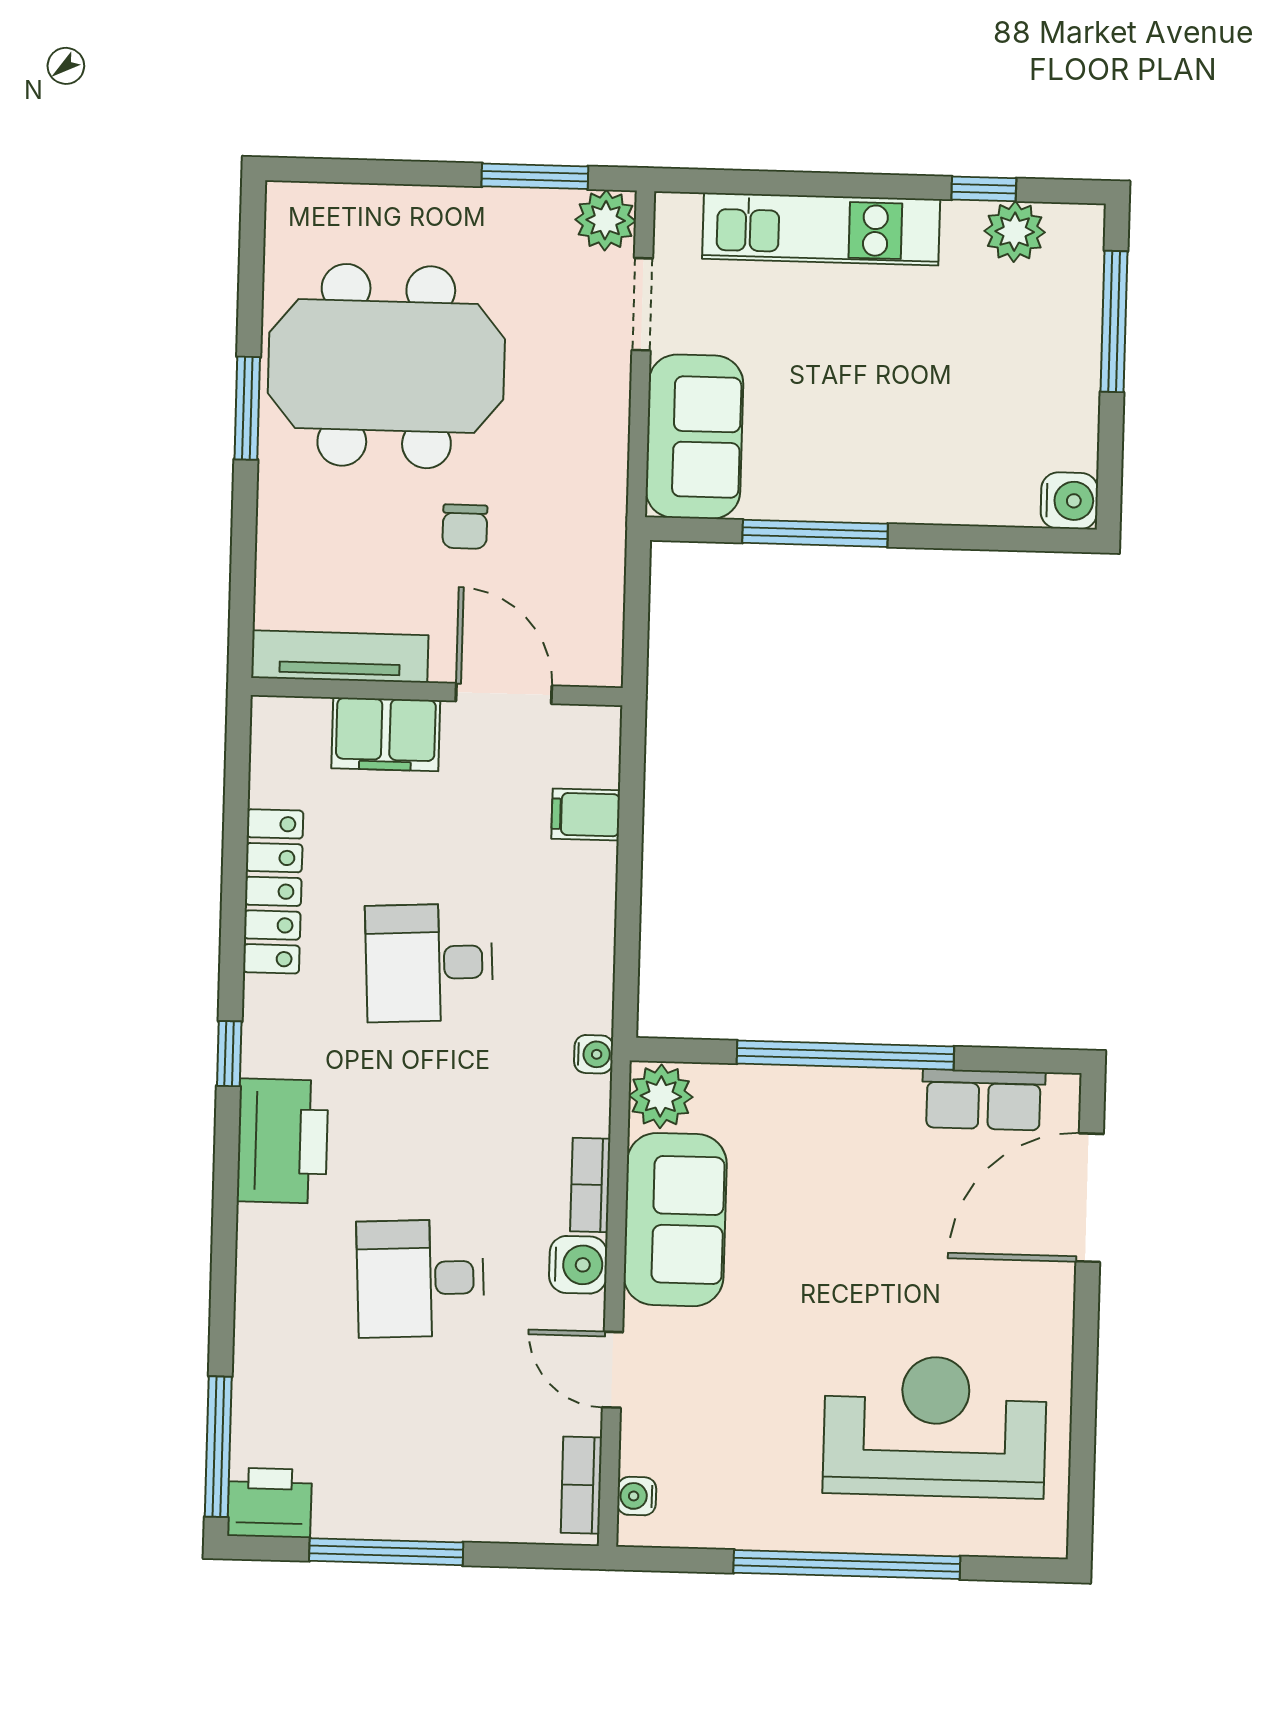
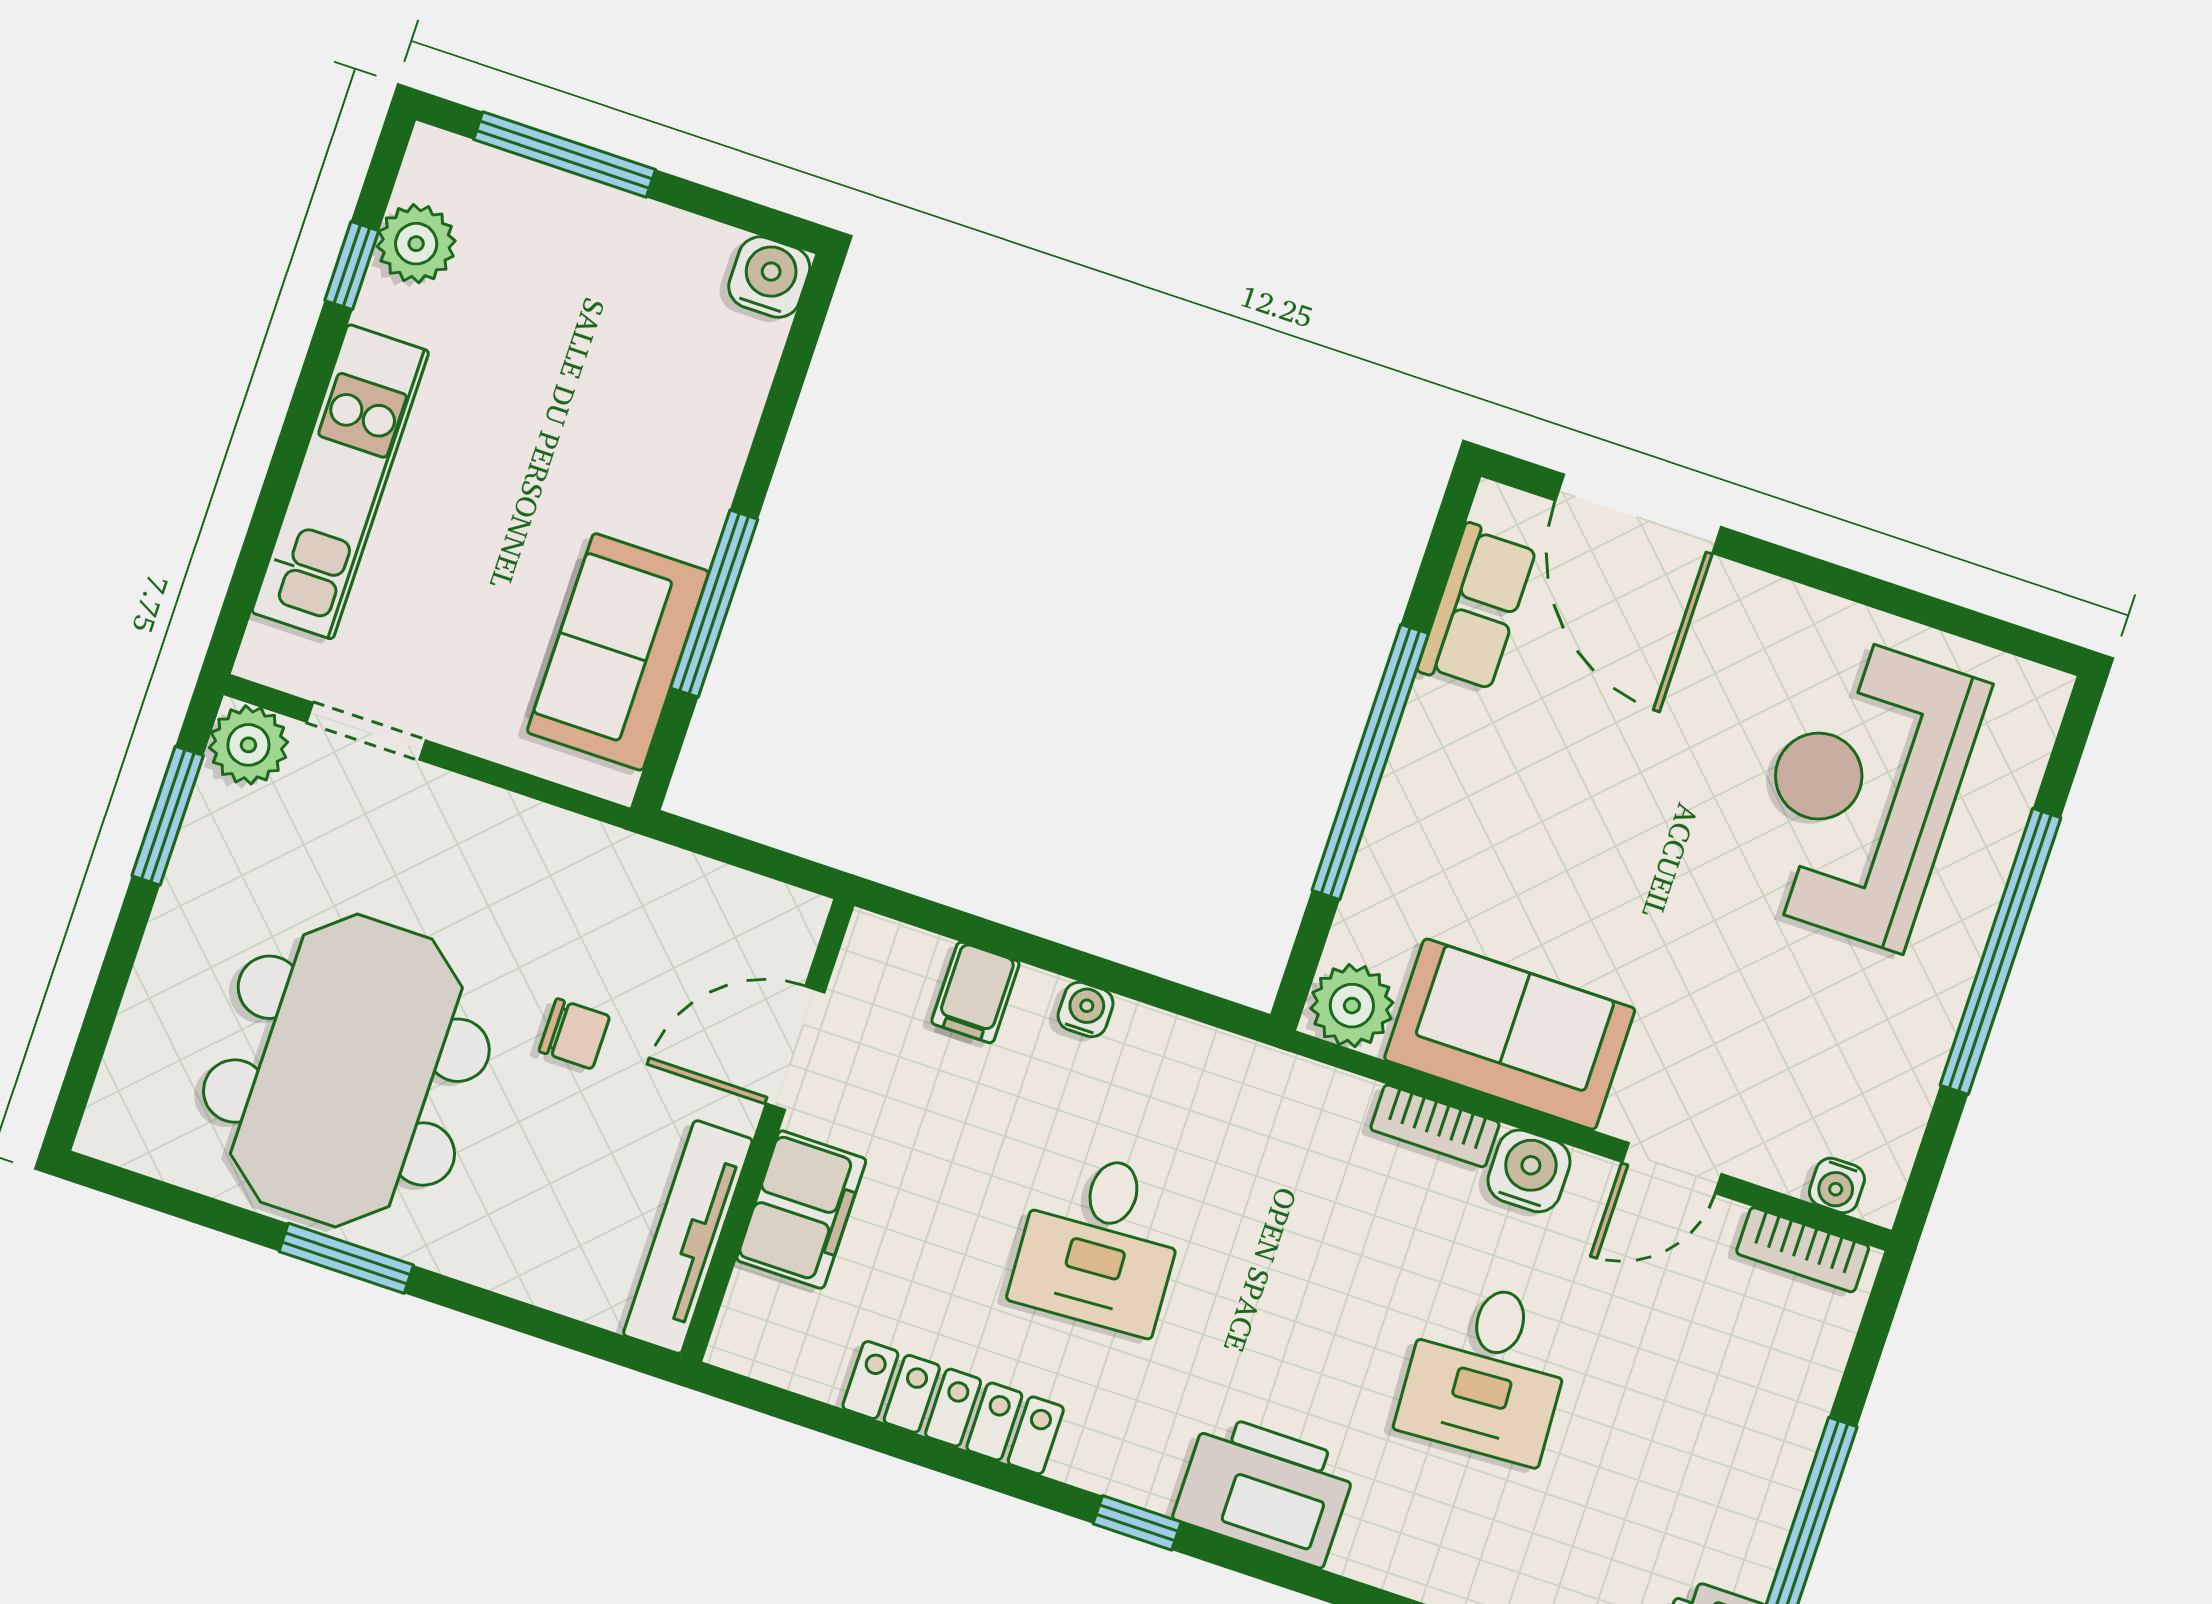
sofa: (694, 437) -> (618, 652), moved, turned -90
water cooler: (594, 1054) -> (1086, 1010), moved

